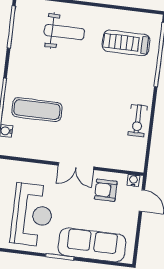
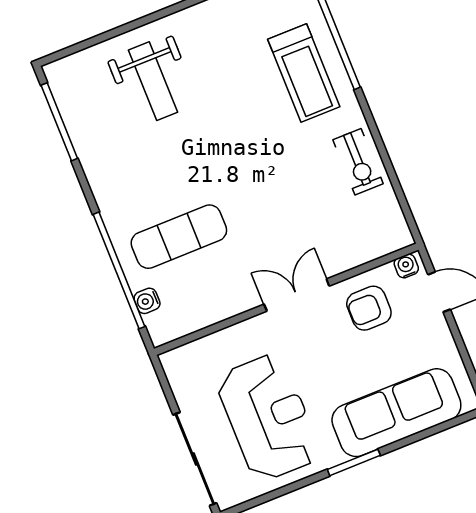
weight bench: (64, 32) -> (153, 81), turned 90
treadmill: (126, 43) -> (304, 73), moved, turned -90
double door: (76, 166) -> (297, 295), swing flipped

